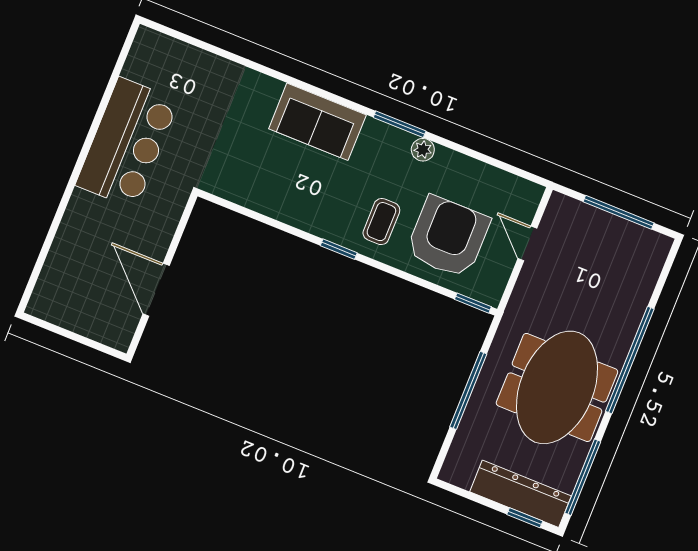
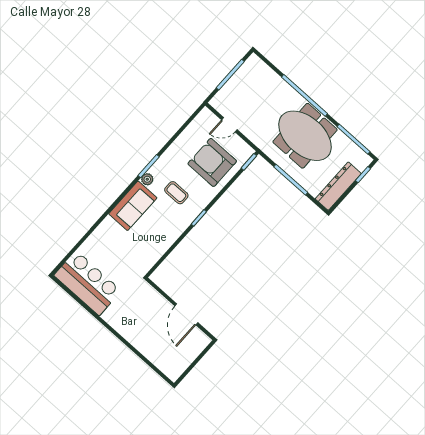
bar counter: (127, 143) -> (88, 283), moved
plant: (423, 150) -> (147, 179), moved
coffee table: (381, 222) -> (176, 193), moved
door: (156, 290) -> (186, 314), hinge flipped
dresser: (521, 494) -> (338, 186), moved

